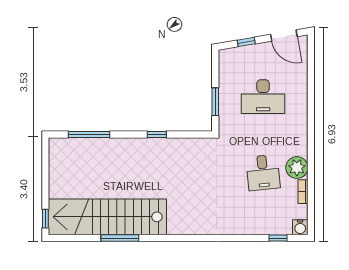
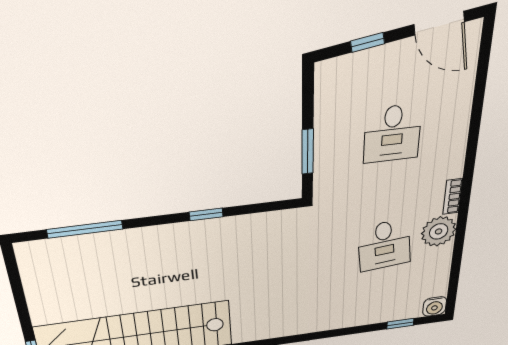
desk: (263, 97) -> (392, 134), width x0.73
bookcase: (303, 192) -> (453, 197), moved

